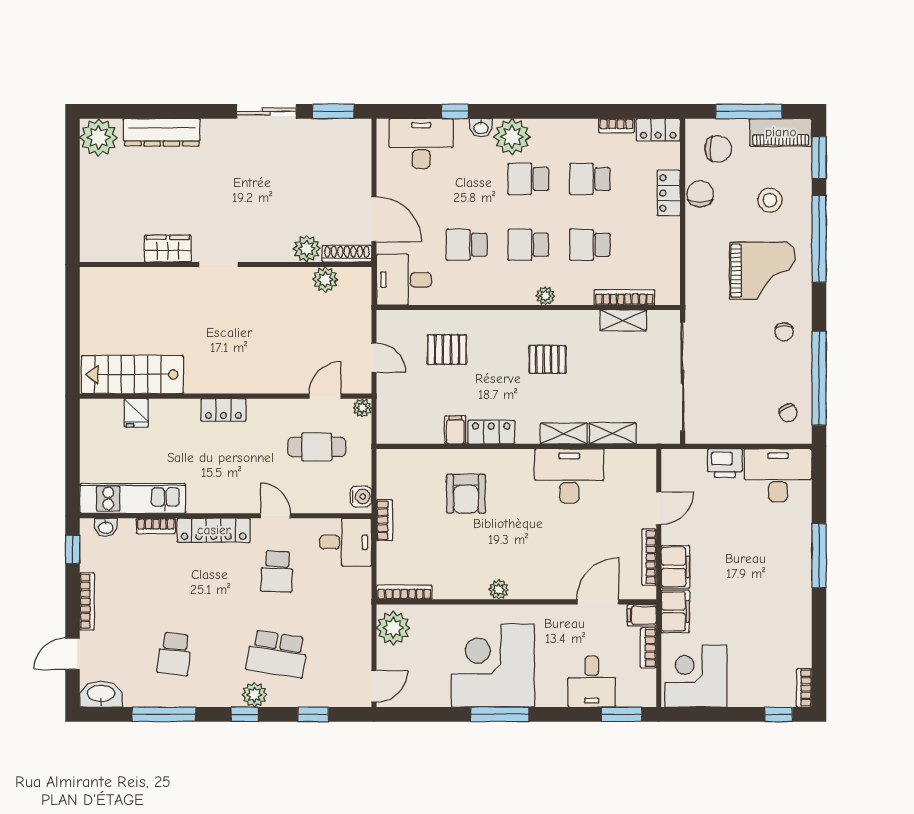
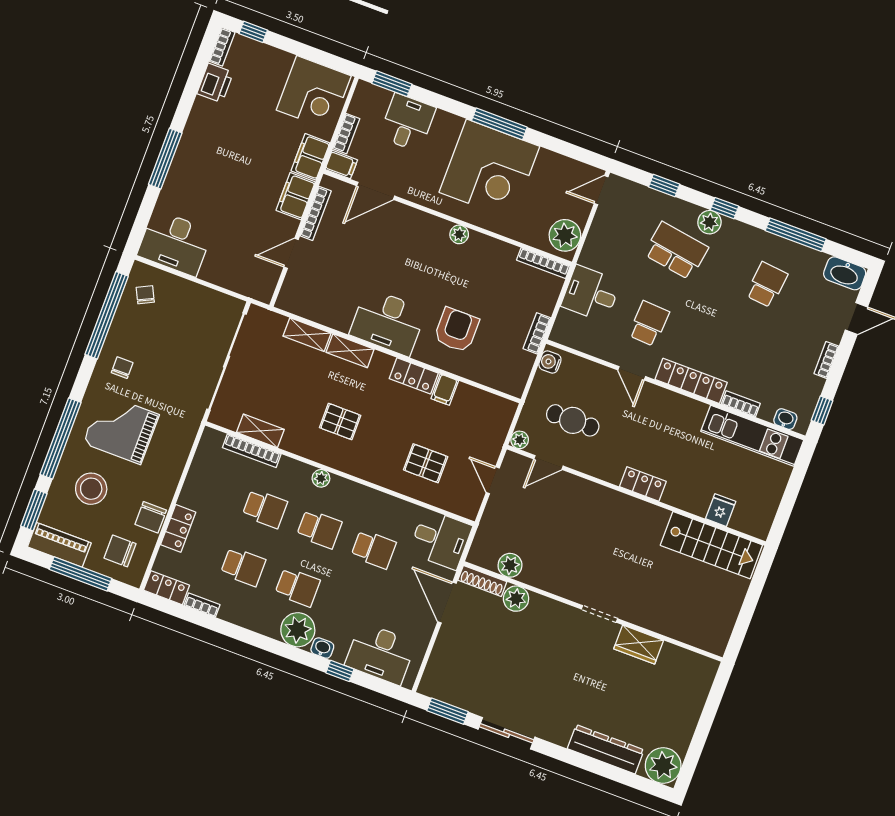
stool: (770, 200) -> (91, 489), width x1.38, depth x1.38
printer: (725, 463) -> (215, 83), moved, turned 90
desk: (569, 476) -> (388, 322), moved
desk: (346, 542) -> (591, 294), moved
bookcase: (87, 601) -> (826, 360), width x0.64

